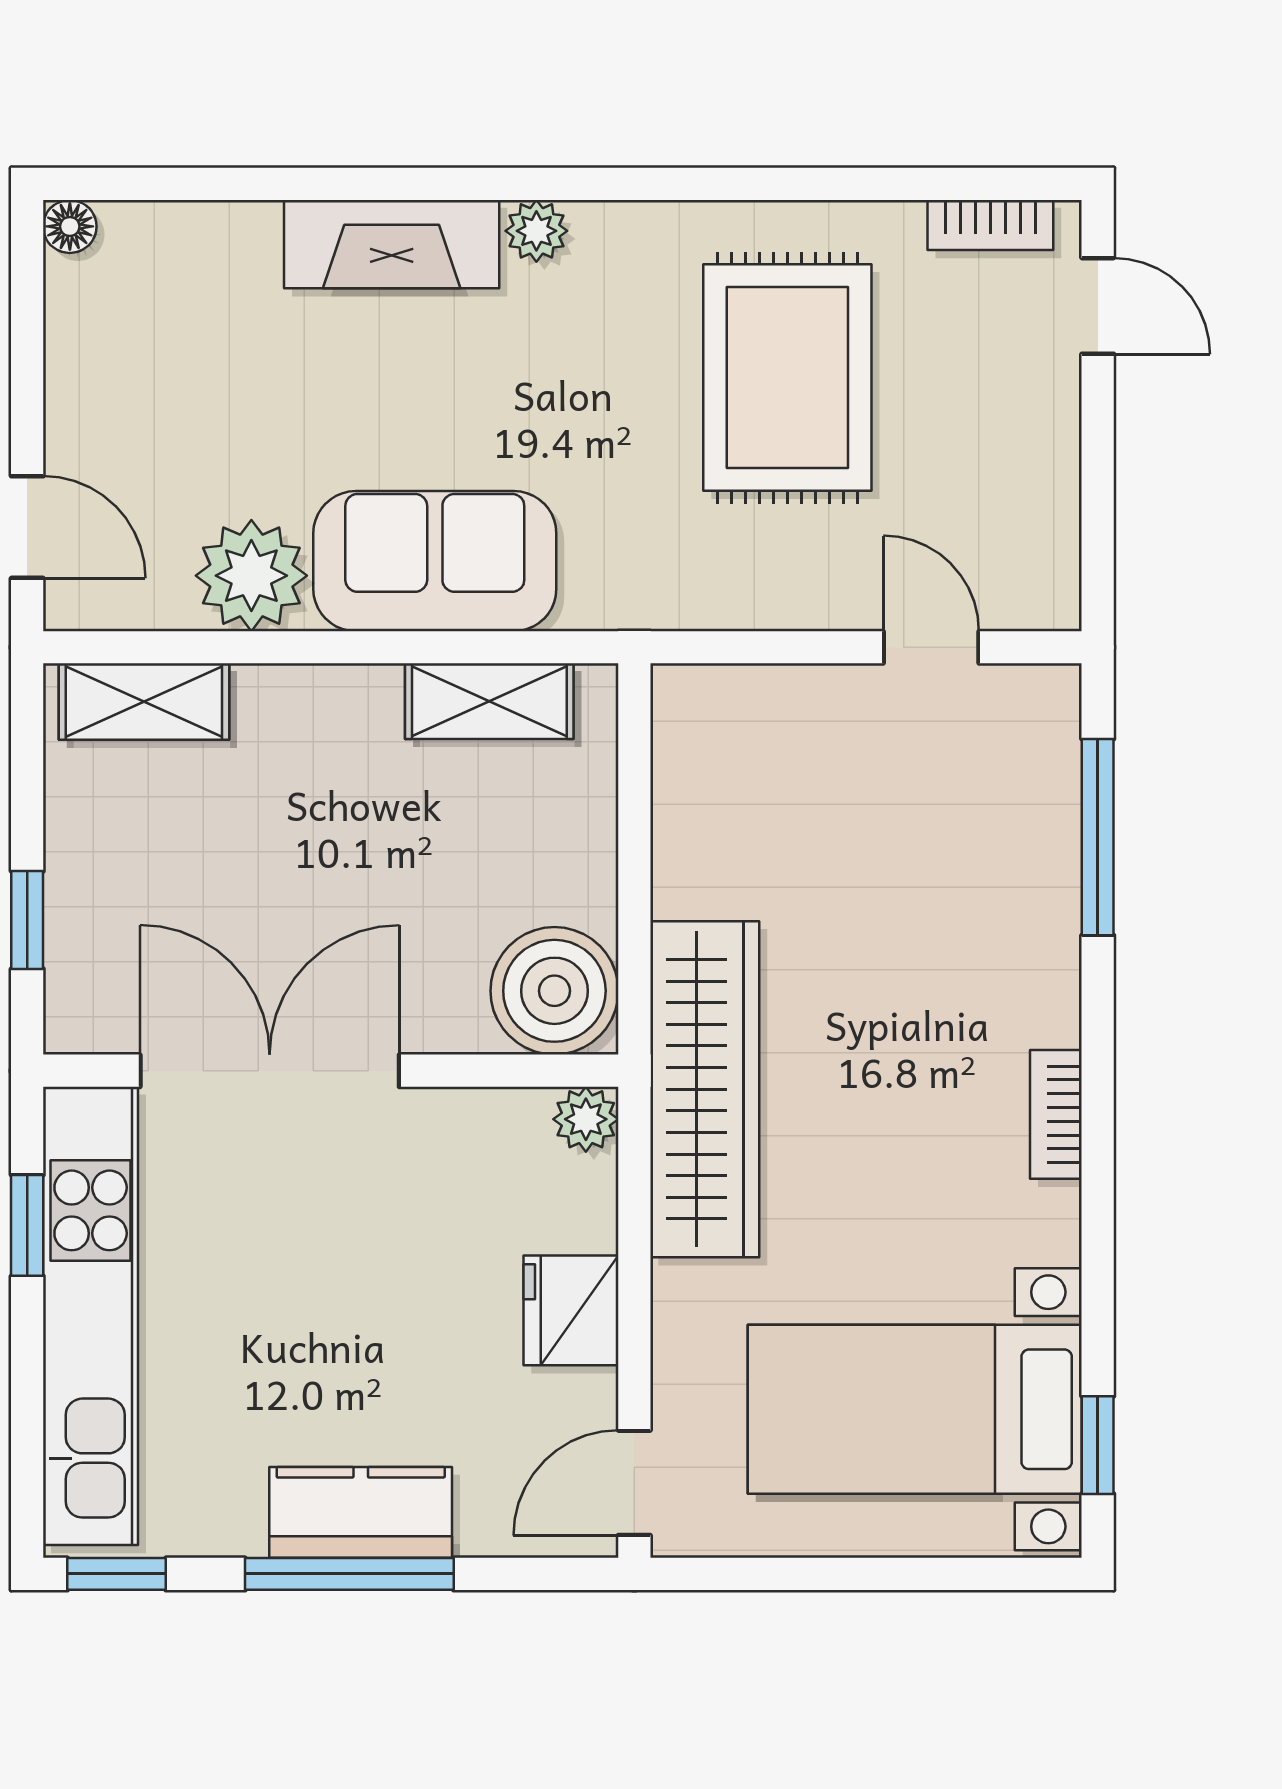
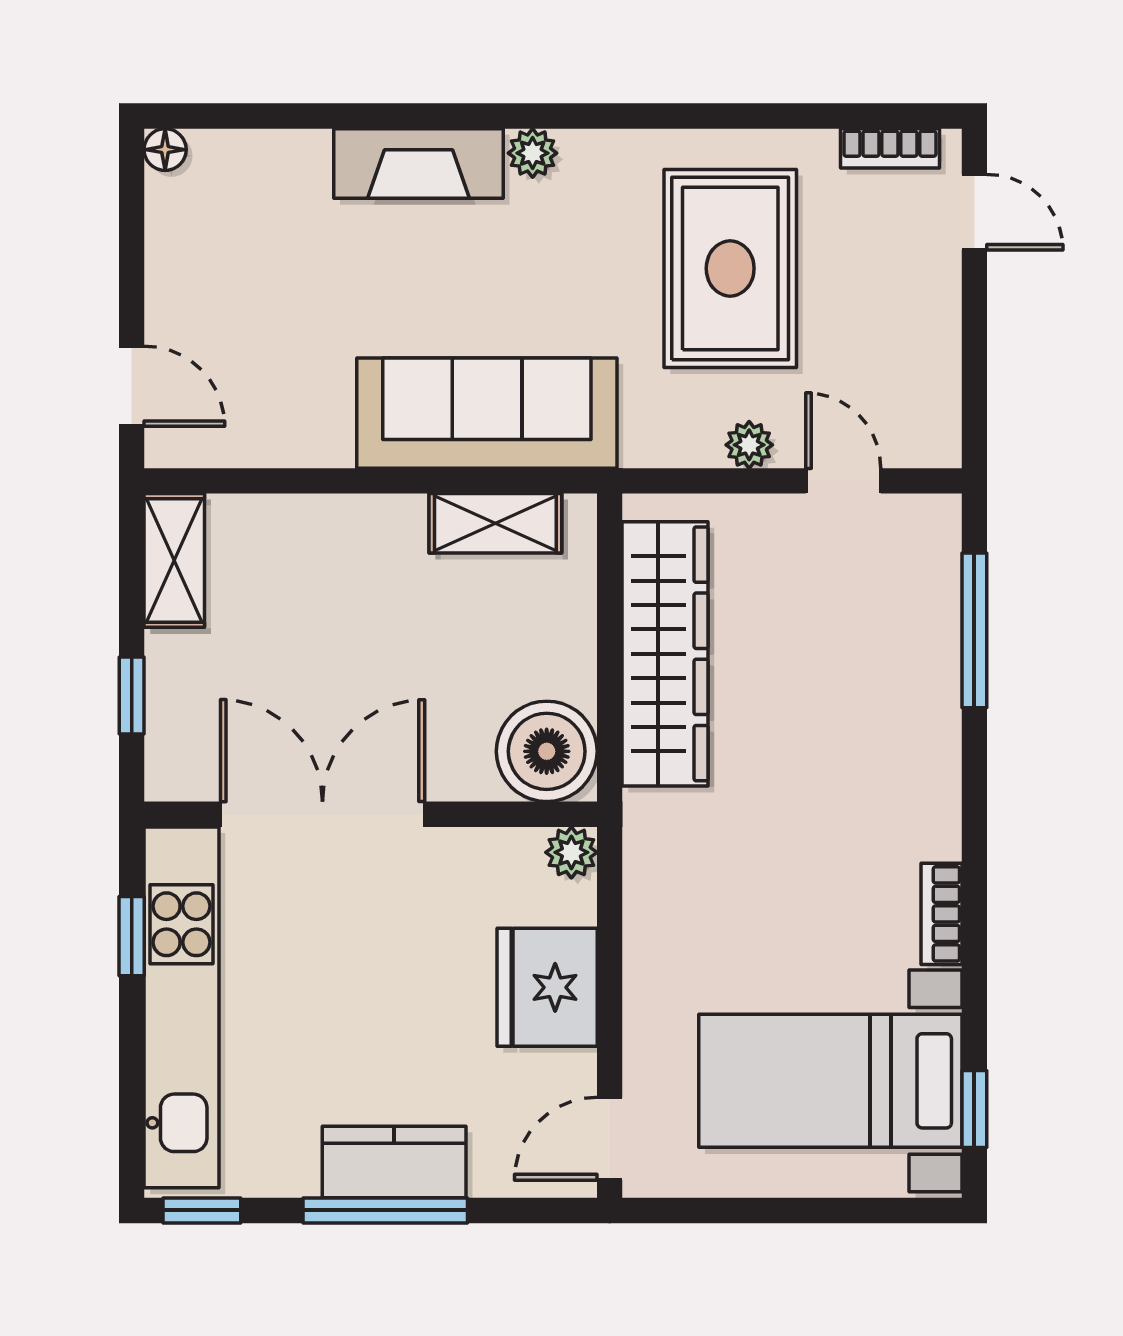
sofa: (435, 561) -> (487, 413), width x1.36
plant: (251, 576) -> (749, 445), moved, width x0.53, depth x0.53
shelving: (144, 702) -> (174, 560), moved, turned 90
wardrobe: (705, 1089) -> (665, 654), moved
bookcase: (1056, 1114) -> (941, 914), moved
fridge: (571, 1310) -> (547, 987), width x1.36, depth x1.34

